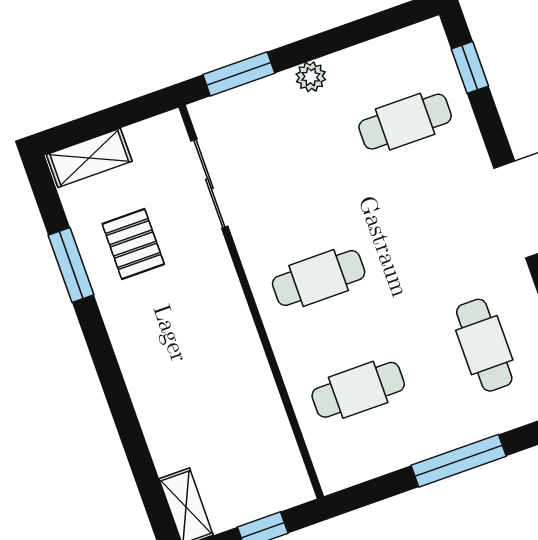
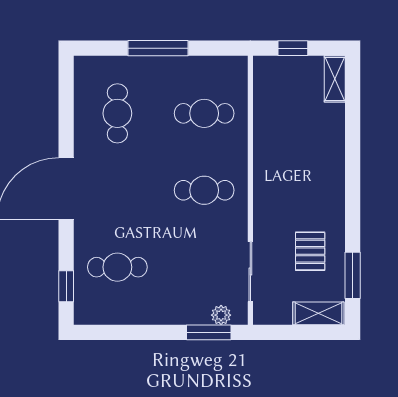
plant: (311, 77) -> (221, 315), moved
window: (71, 265) -> (353, 275), moved

